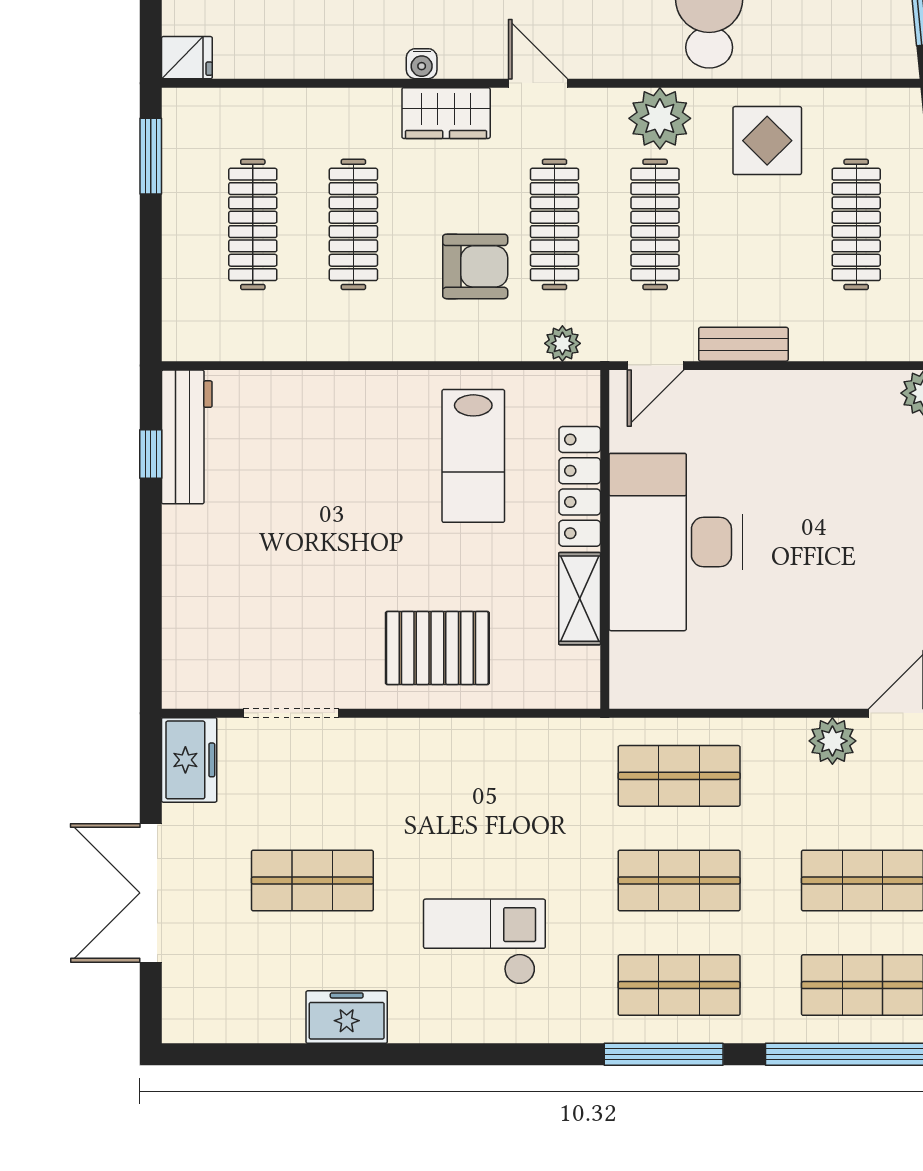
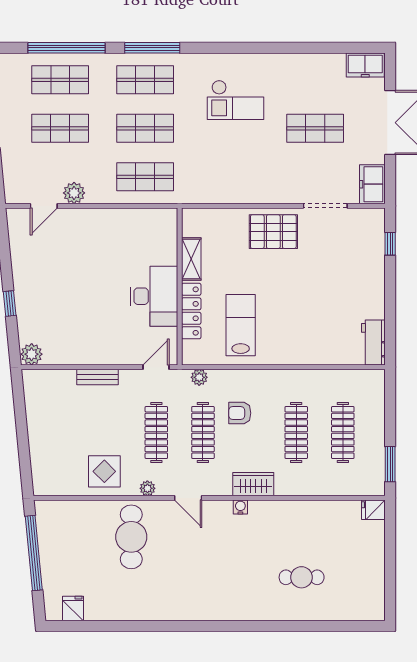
water cooler: (422, 64) -> (240, 507), moved
door: (538, 83) -> (188, 498), moved
plant: (660, 118) -> (147, 488), width x0.53, depth x0.53
clothes rail: (856, 224) -> (63, 432), removed
armchair: (475, 266) -> (240, 413), width x0.72, depth x0.72
bench: (743, 344) -> (98, 377), moved
workbench: (187, 437) -> (373, 342), width x0.73
window: (151, 454) -> (390, 244), moved
desk: (676, 542) -> (154, 296), width x0.73, depth x0.77
pallet: (437, 648) -> (273, 232), moved
freezer: (347, 1017) -> (365, 65), moved

